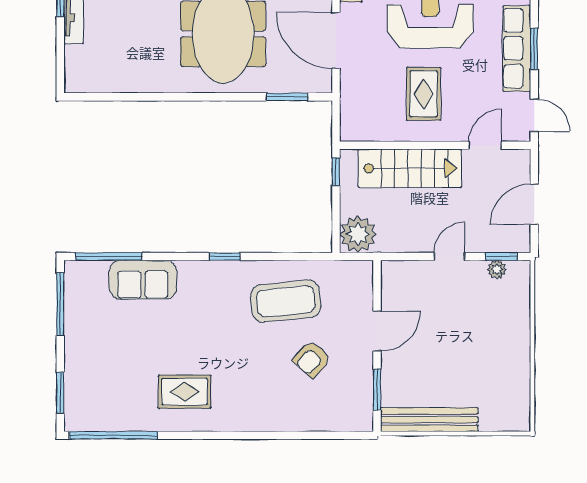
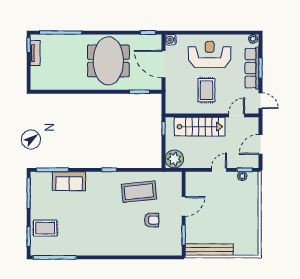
armchair: (312, 359) -> (152, 220), turned -131
rug: (185, 392) -> (45, 228), moved

